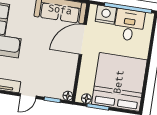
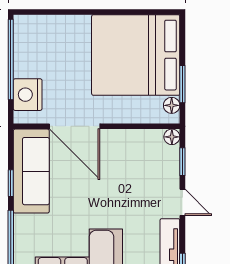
desk: (129, 25) -> (39, 53), removed

